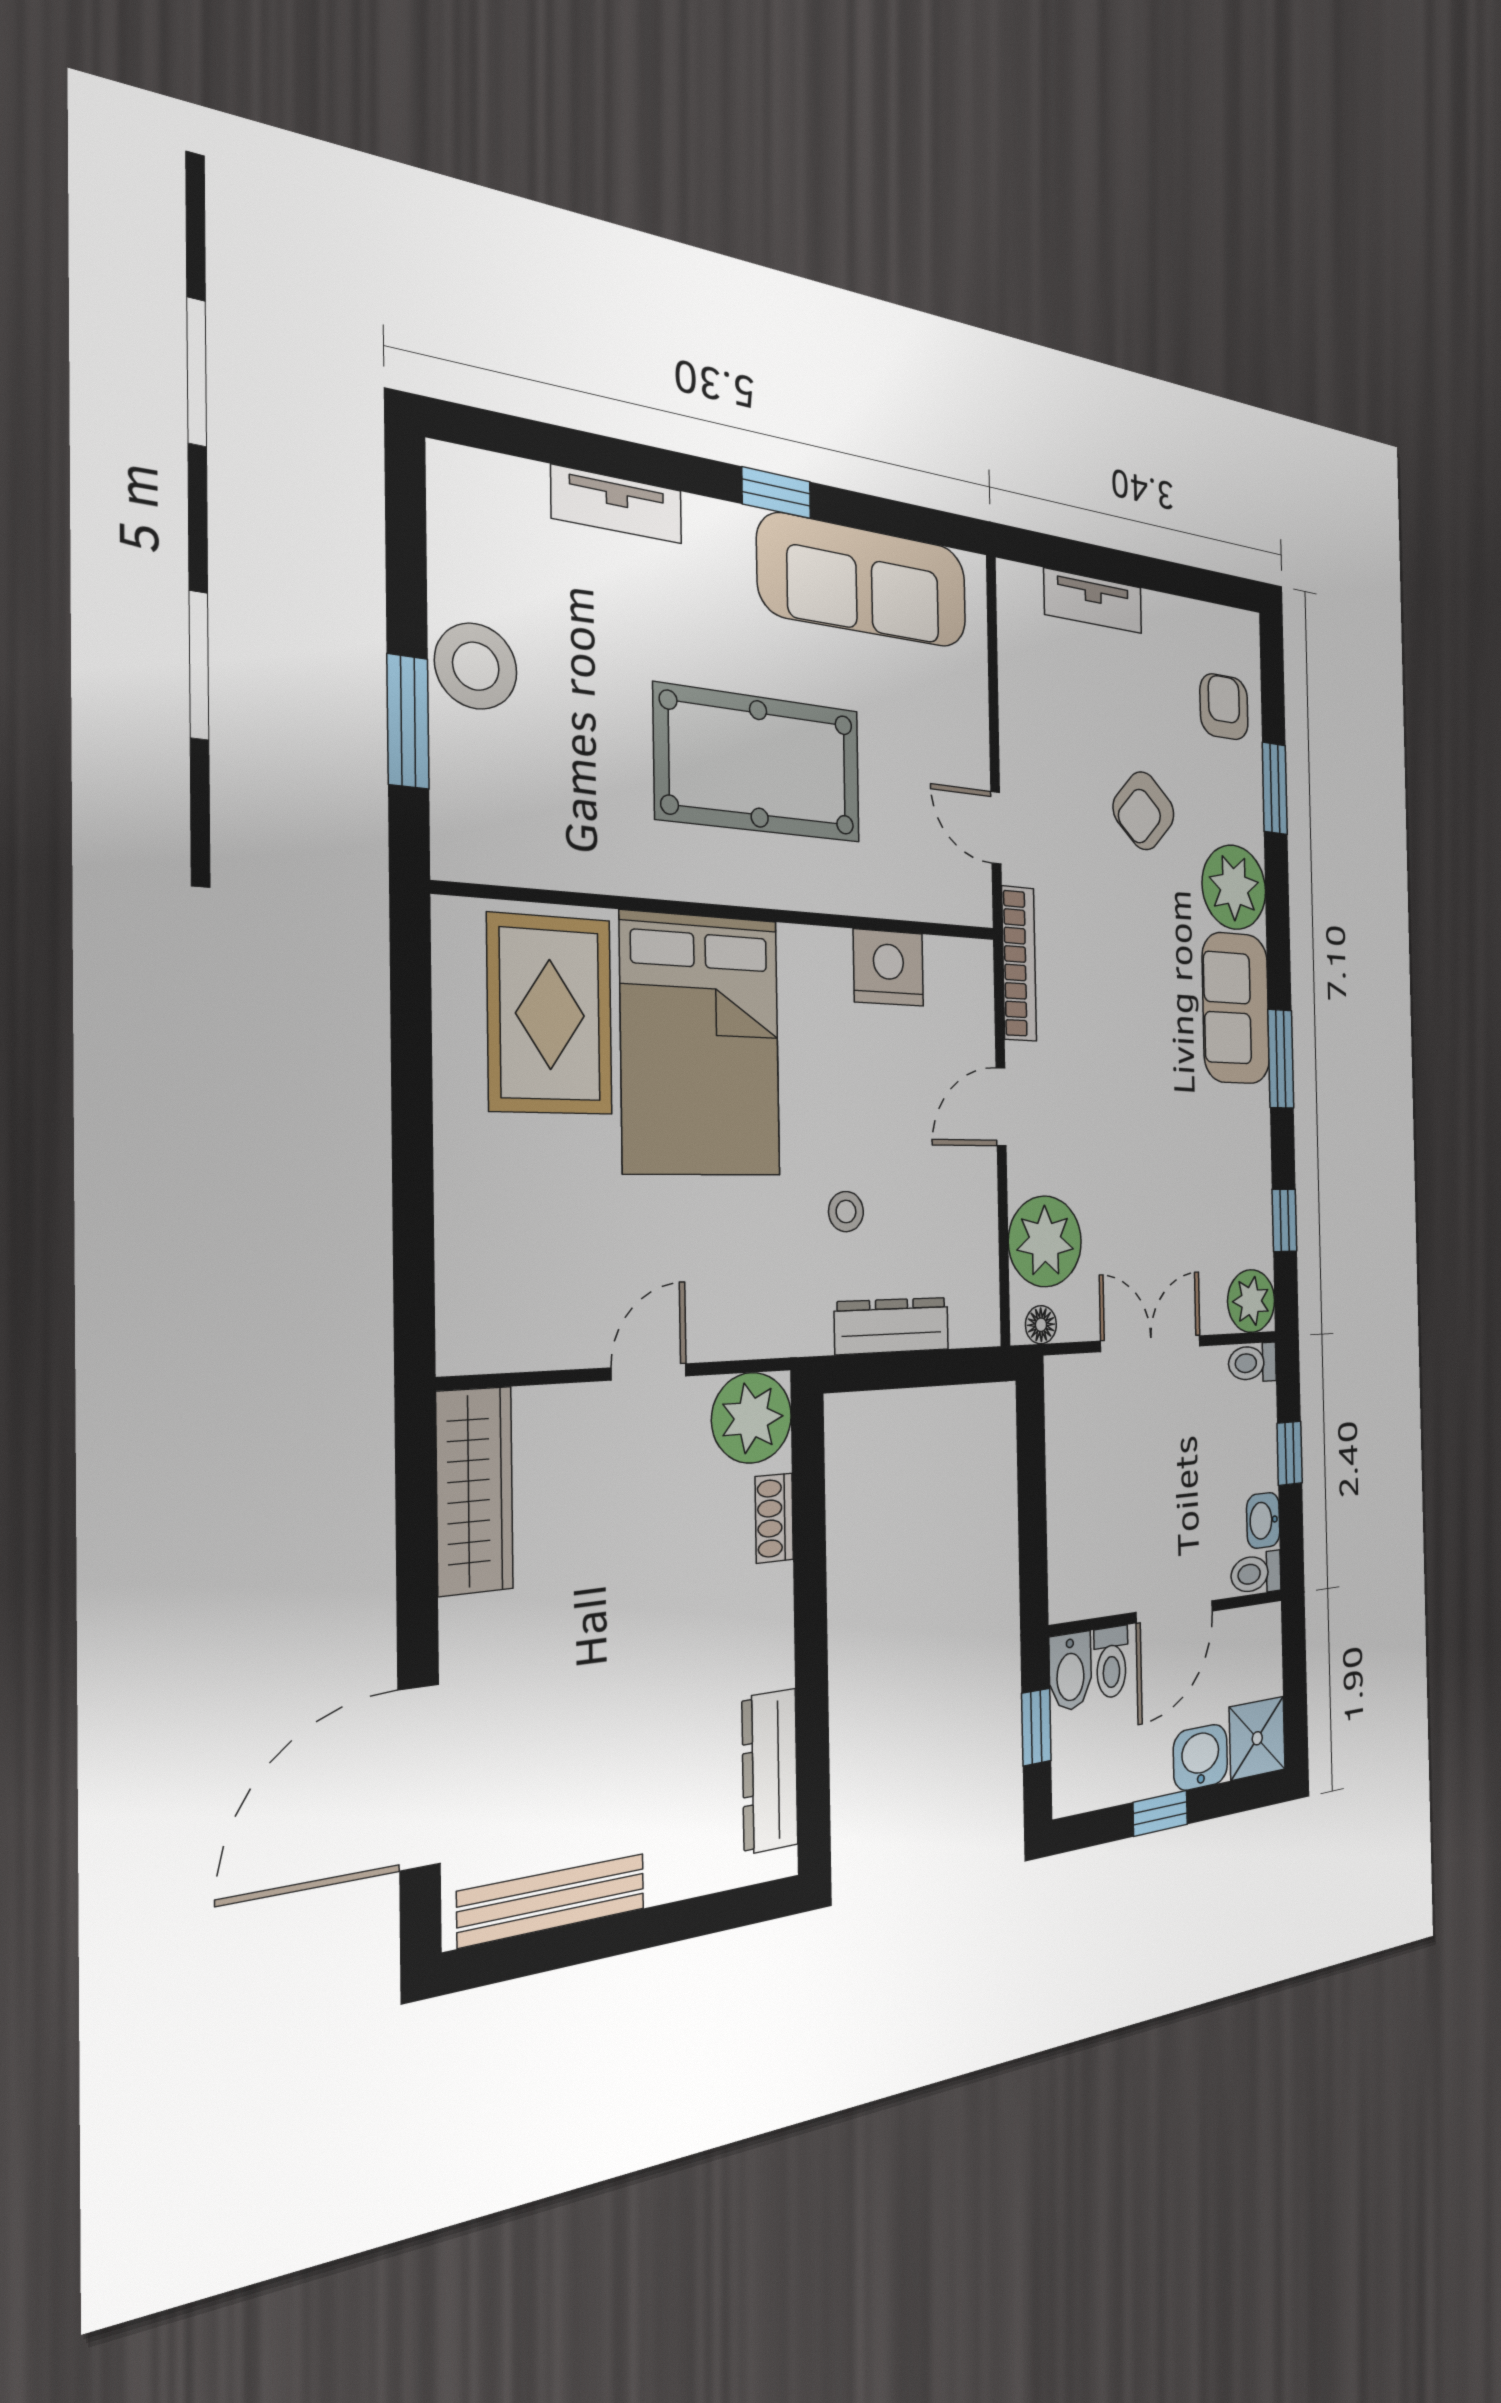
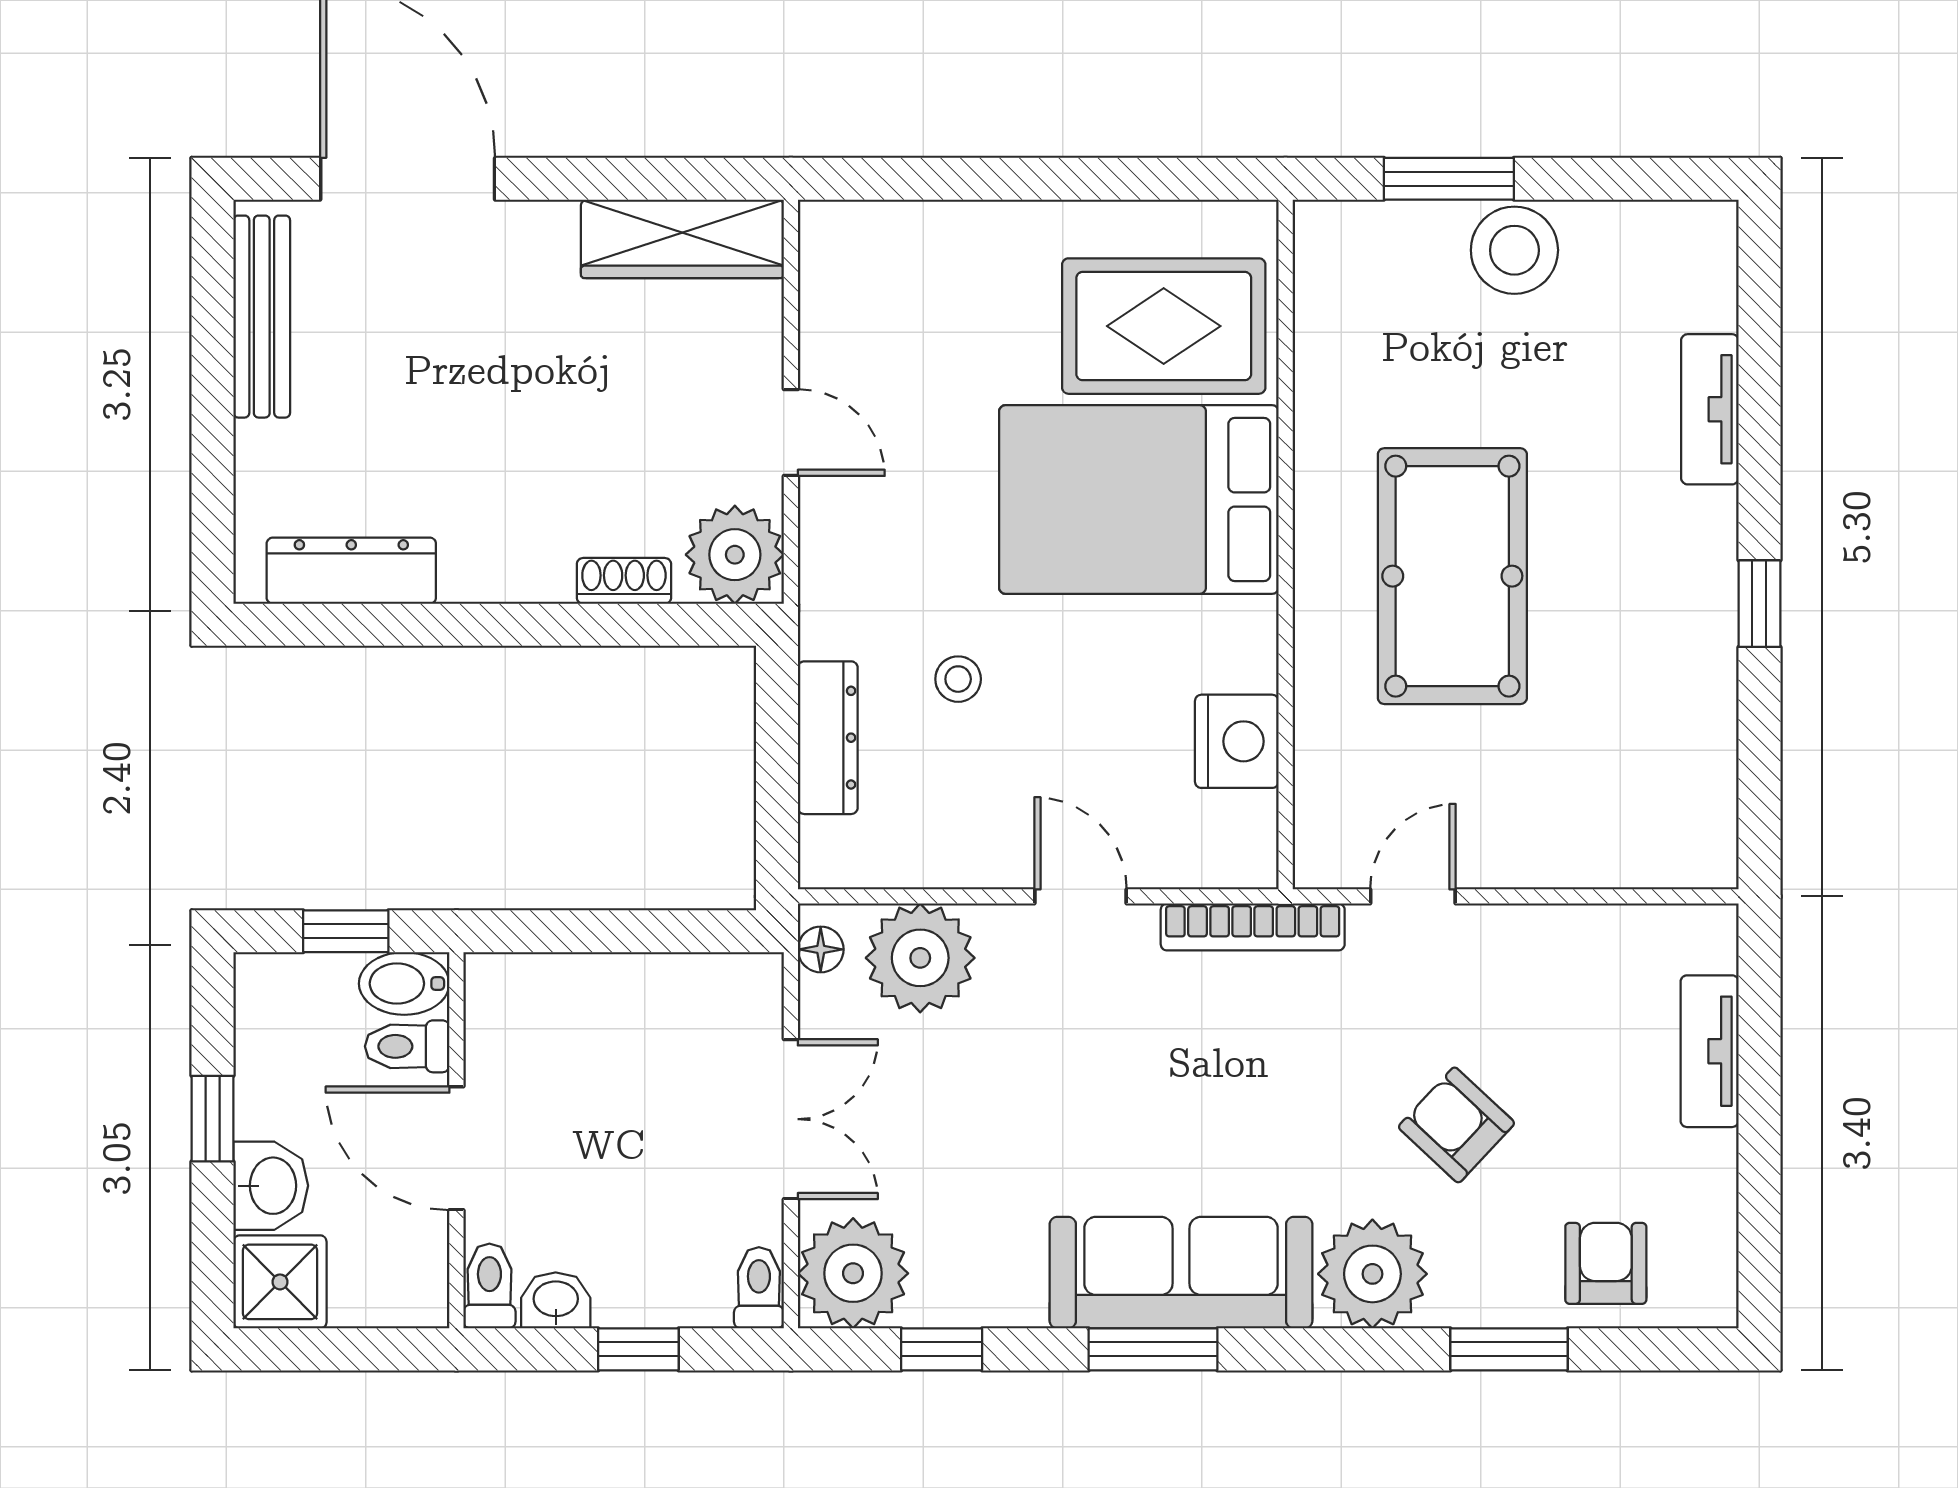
sofa: (864, 581) -> (1679, 717), removed
armchair: (1224, 707) -> (1606, 1263), turned -90
sofa: (1236, 1008) -> (1181, 1273), width x1.36
plant: (1251, 1301) -> (853, 1273), width x1.36, depth x1.36

